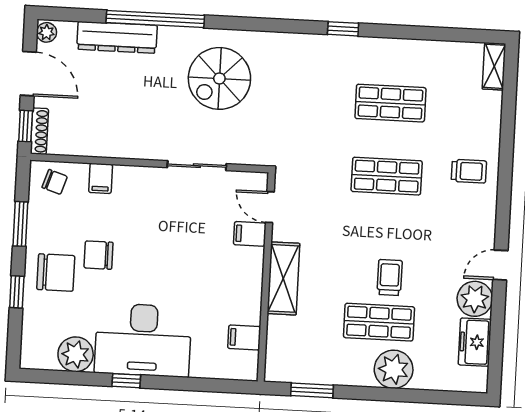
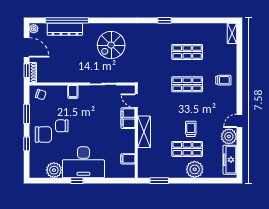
window: (155, 19) -> (67, 20), moved
filing cabinet: (101, 178) -> (73, 92), moved
filing cabinet: (250, 234) -> (128, 118), width x2.00
freezer: (475, 342) -> (230, 160), width x1.40

